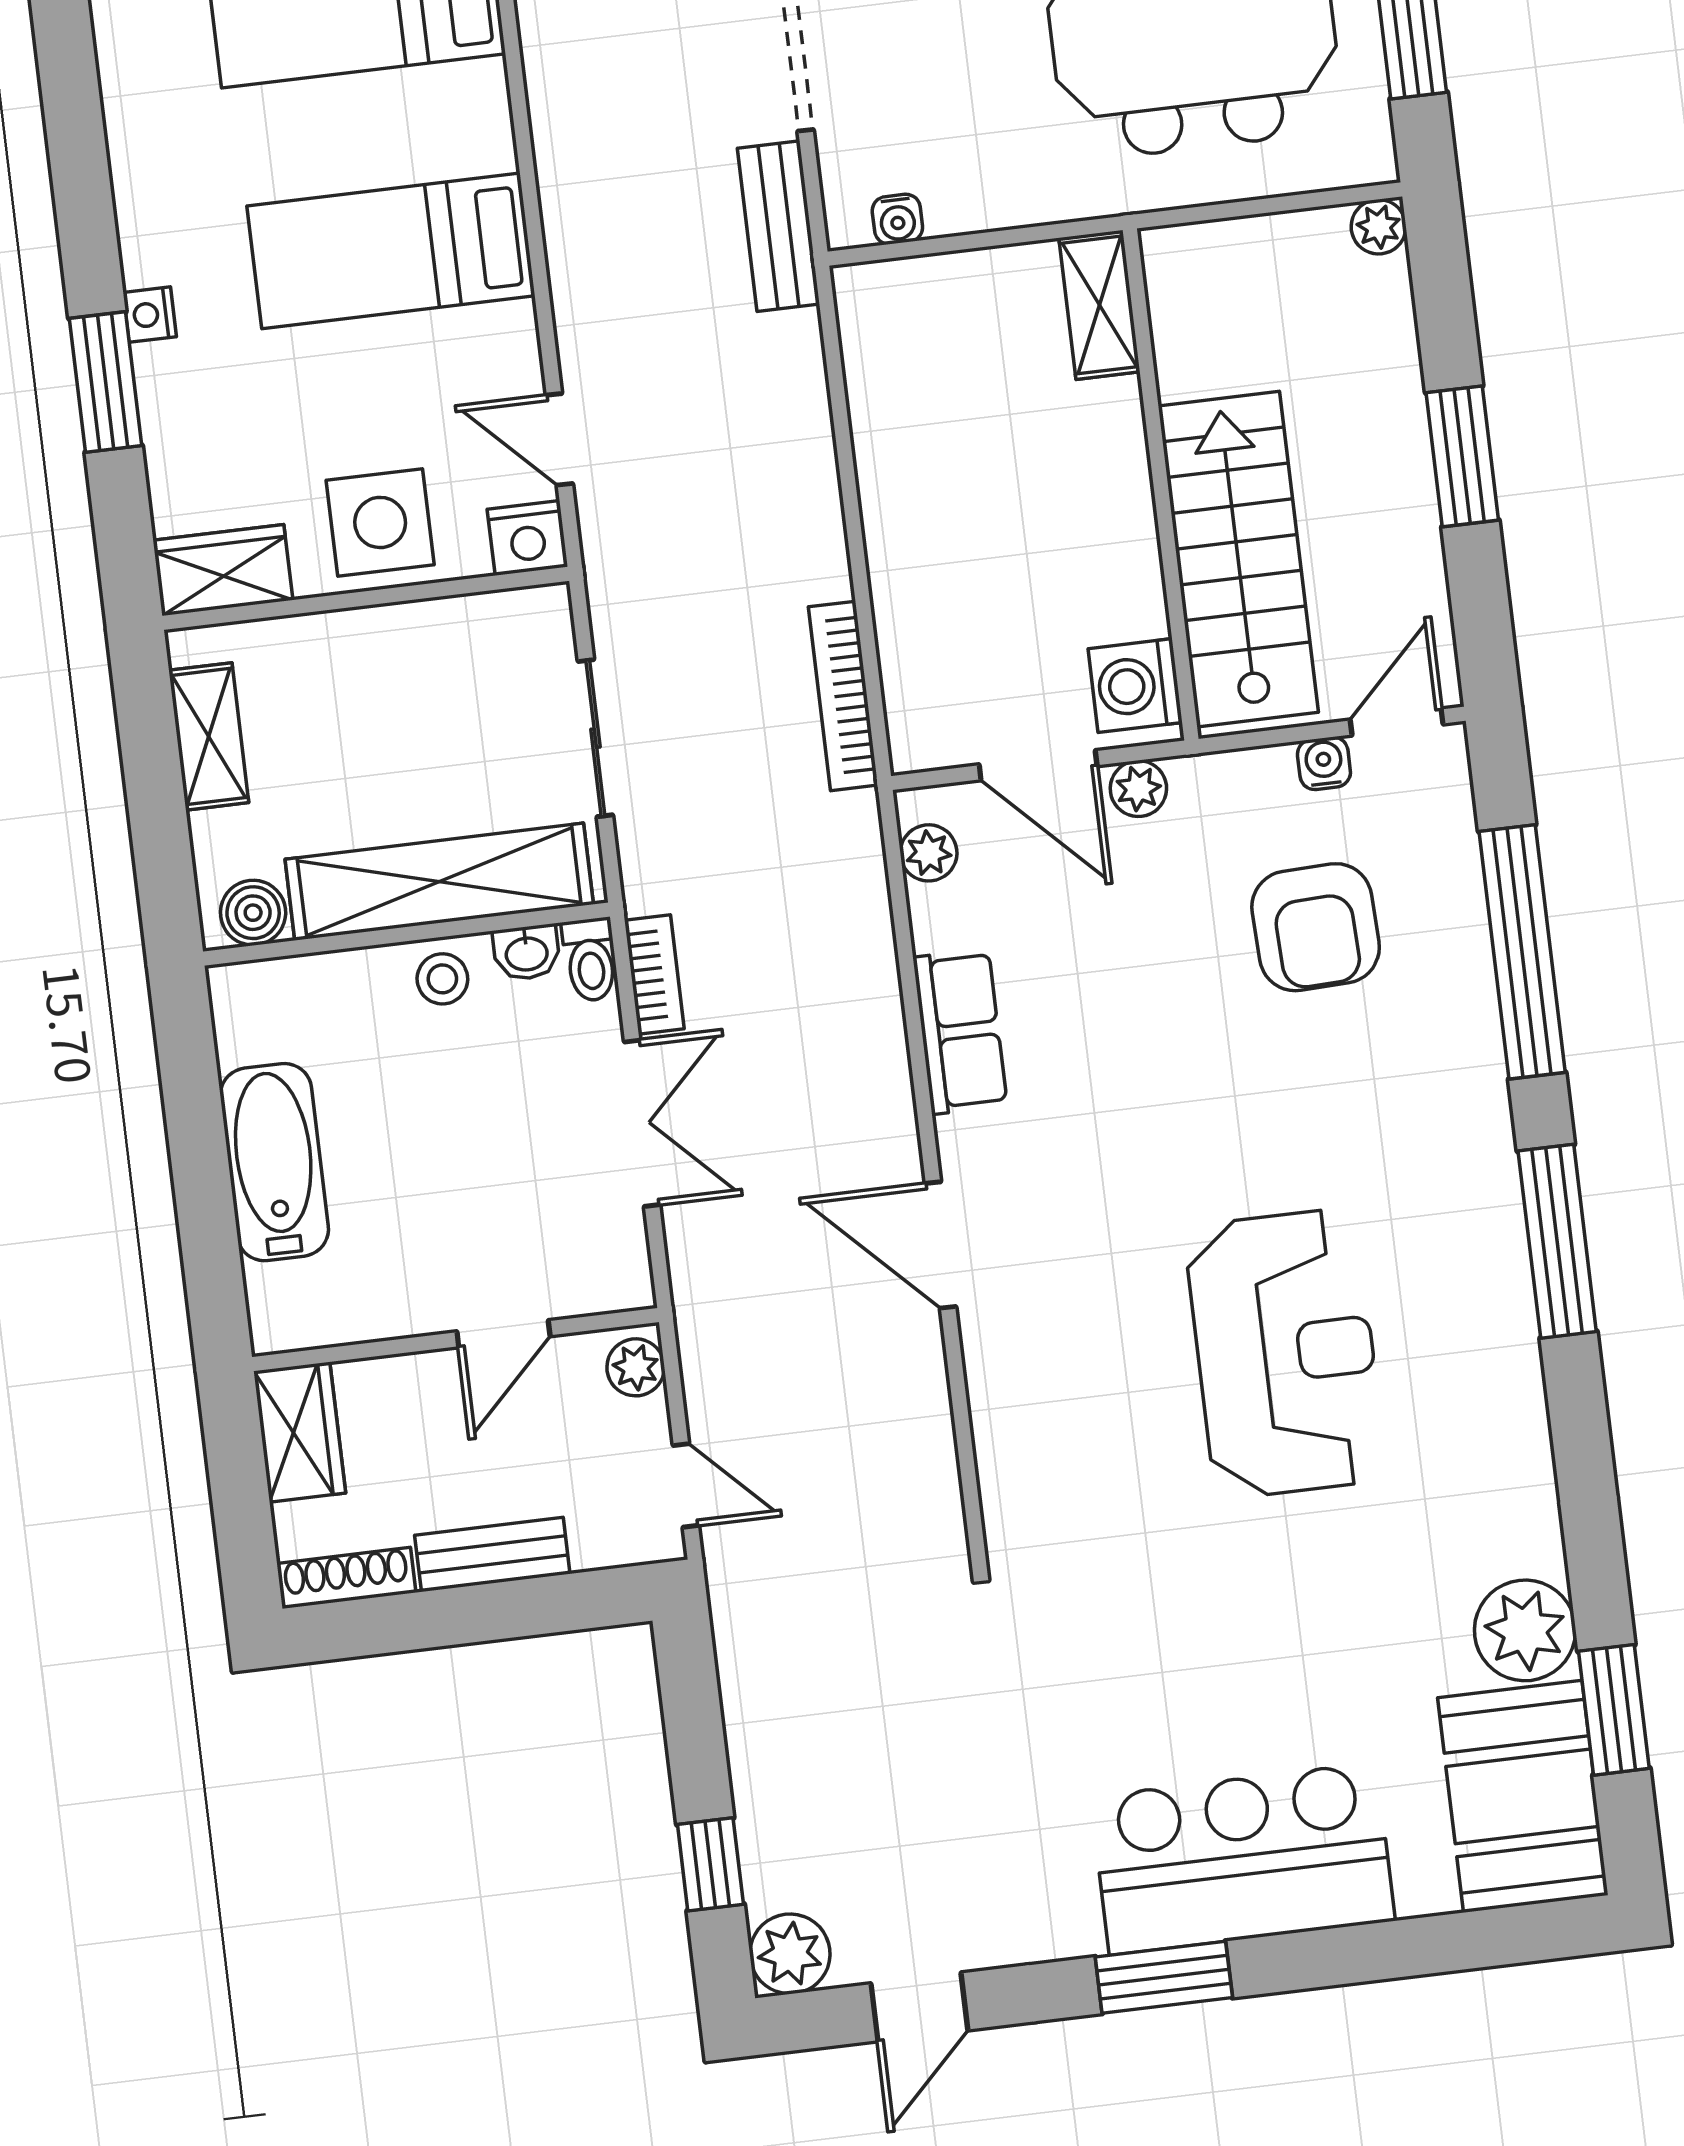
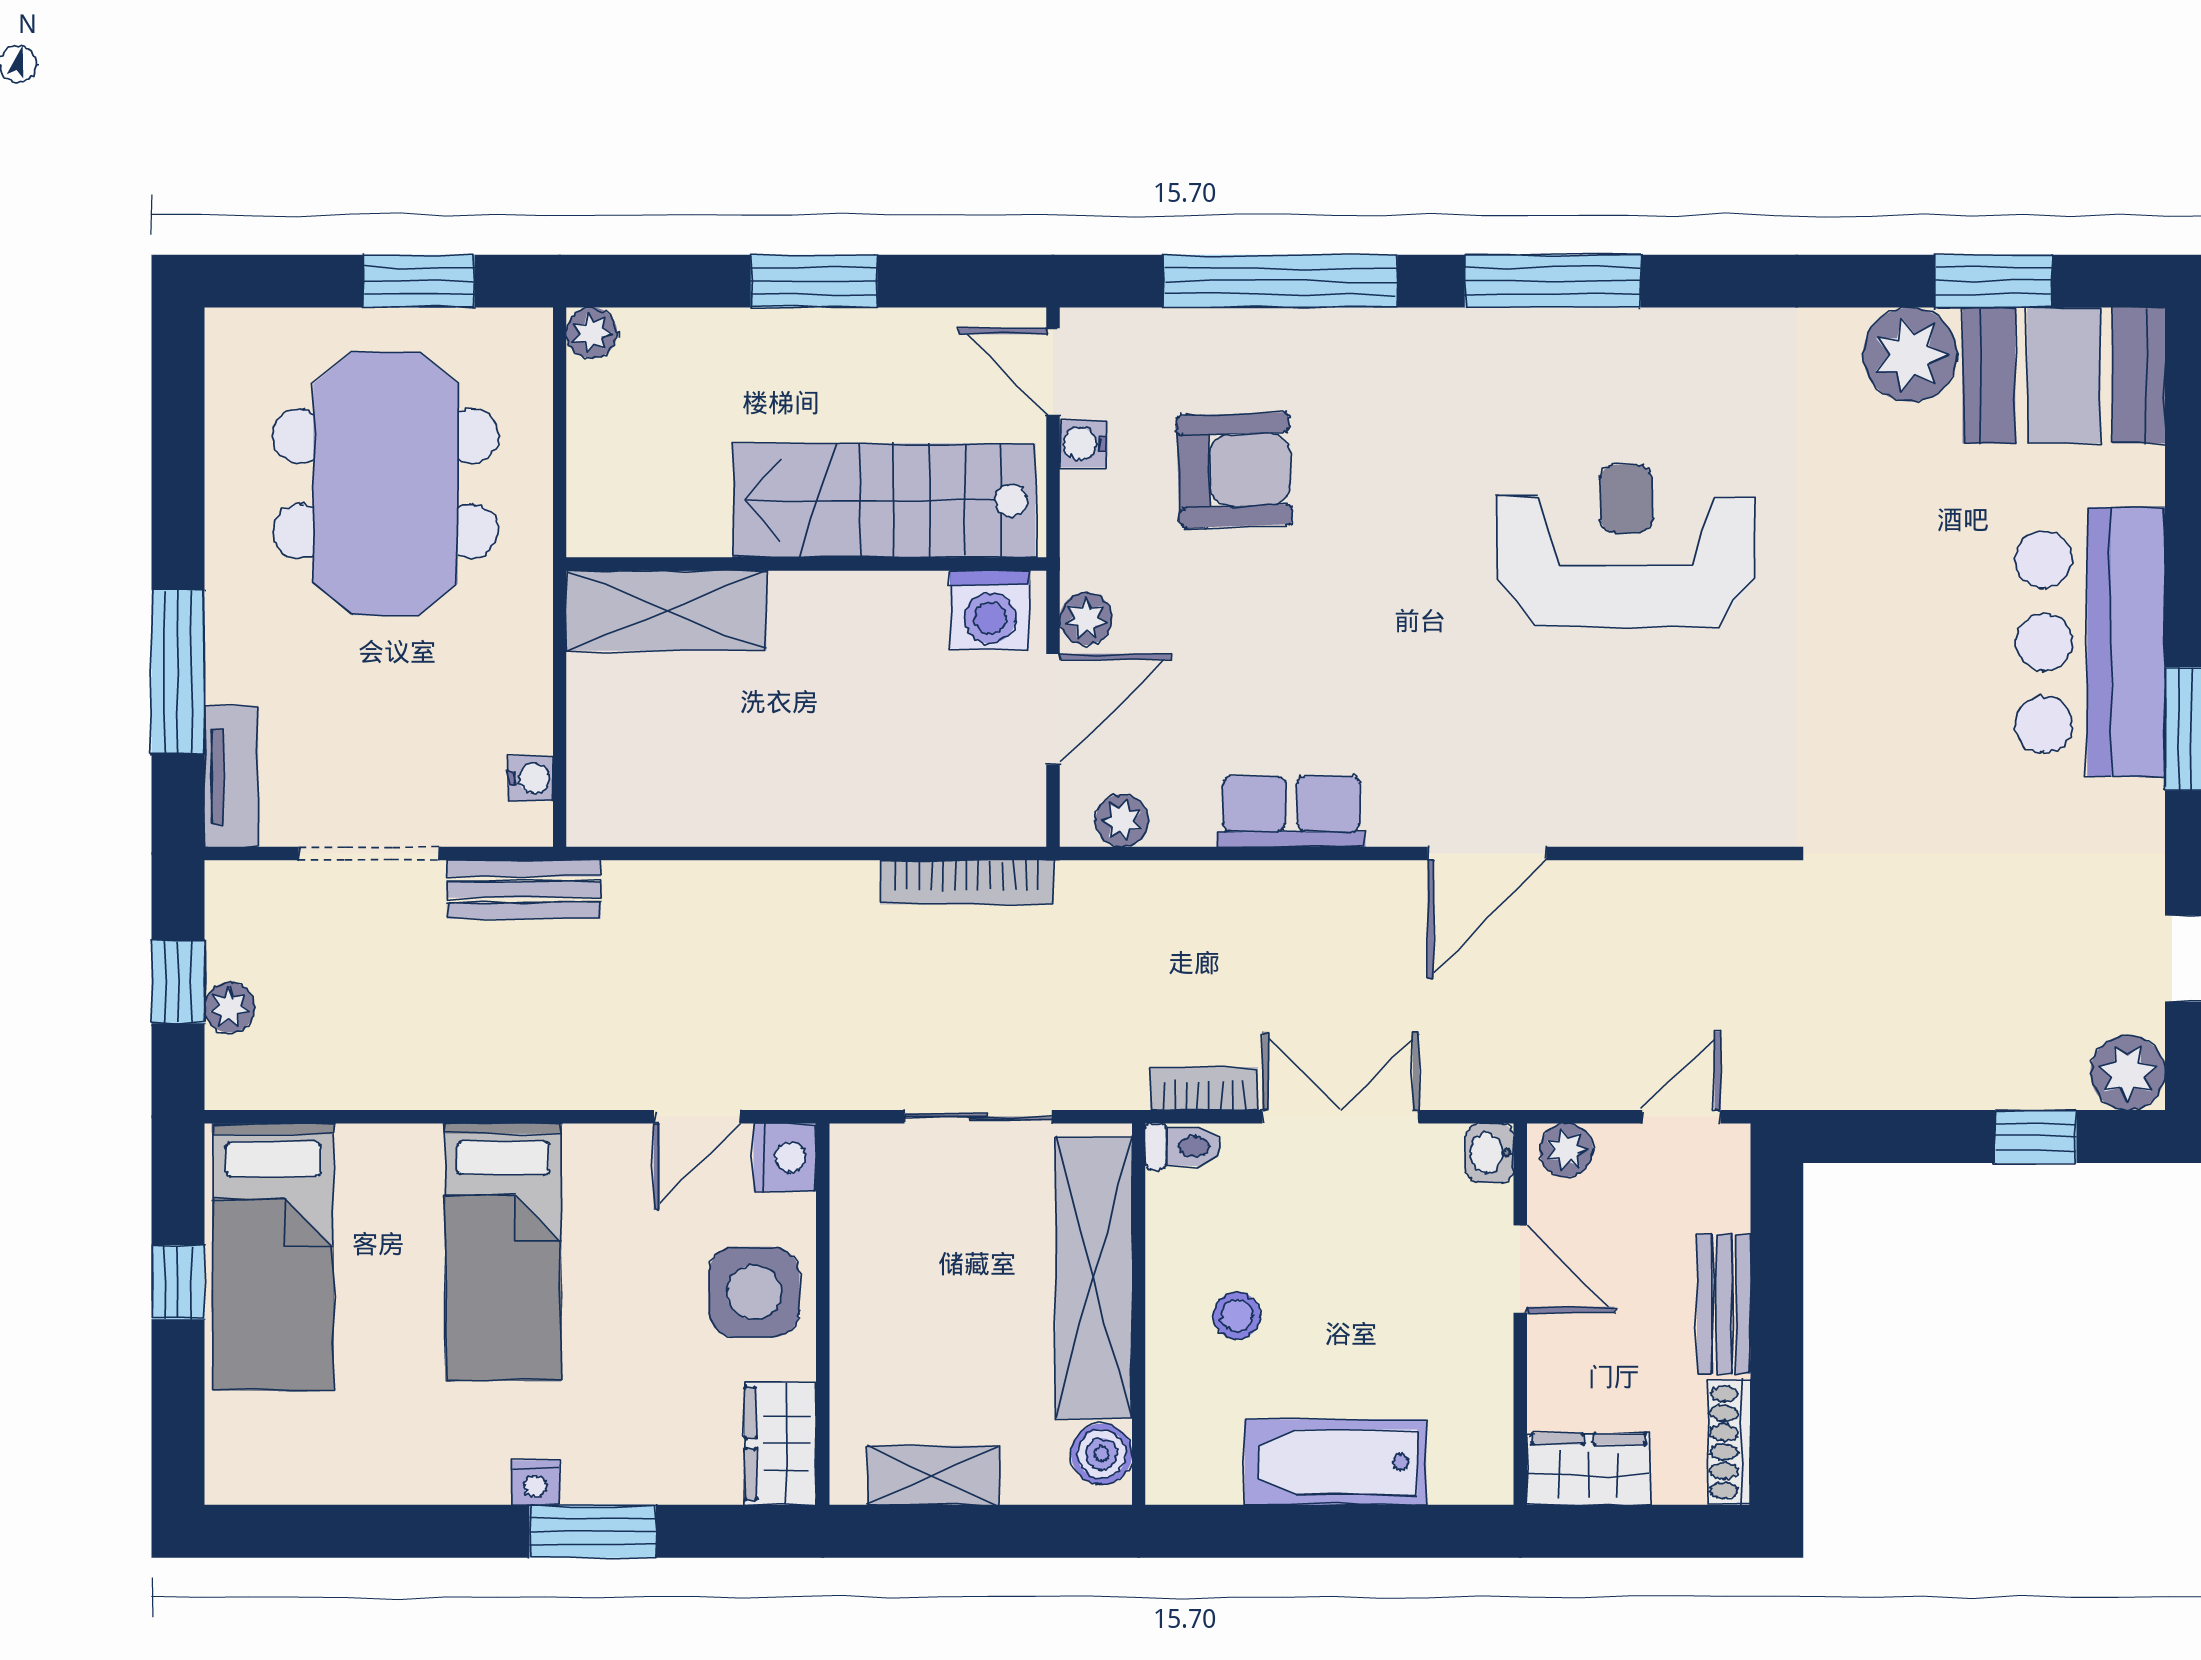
shelving: (1099, 305) -> (666, 611), width x1.50, depth x1.33
washbasin: (527, 952) -> (1490, 1153), moved, turned 180
stool: (442, 979) -> (1237, 1316), moved

